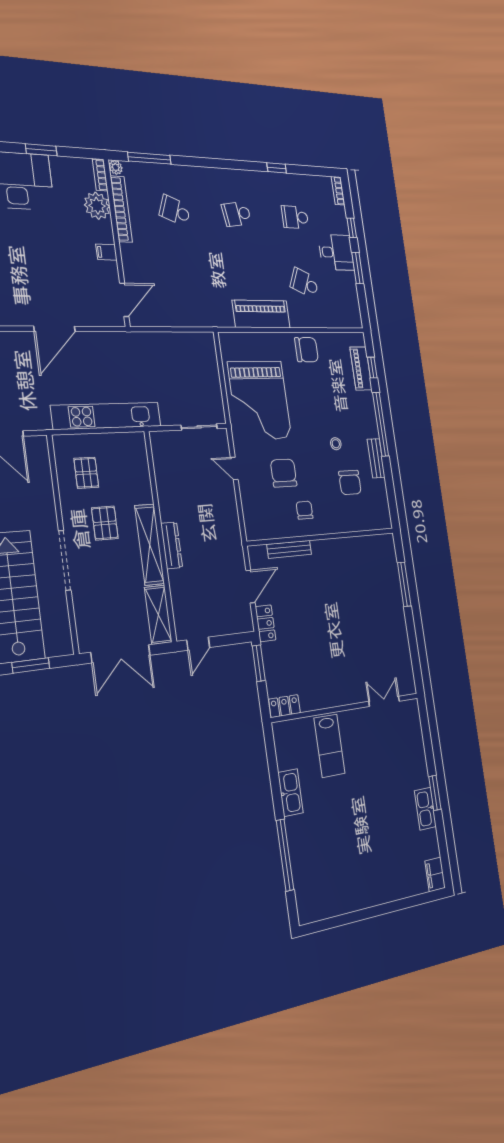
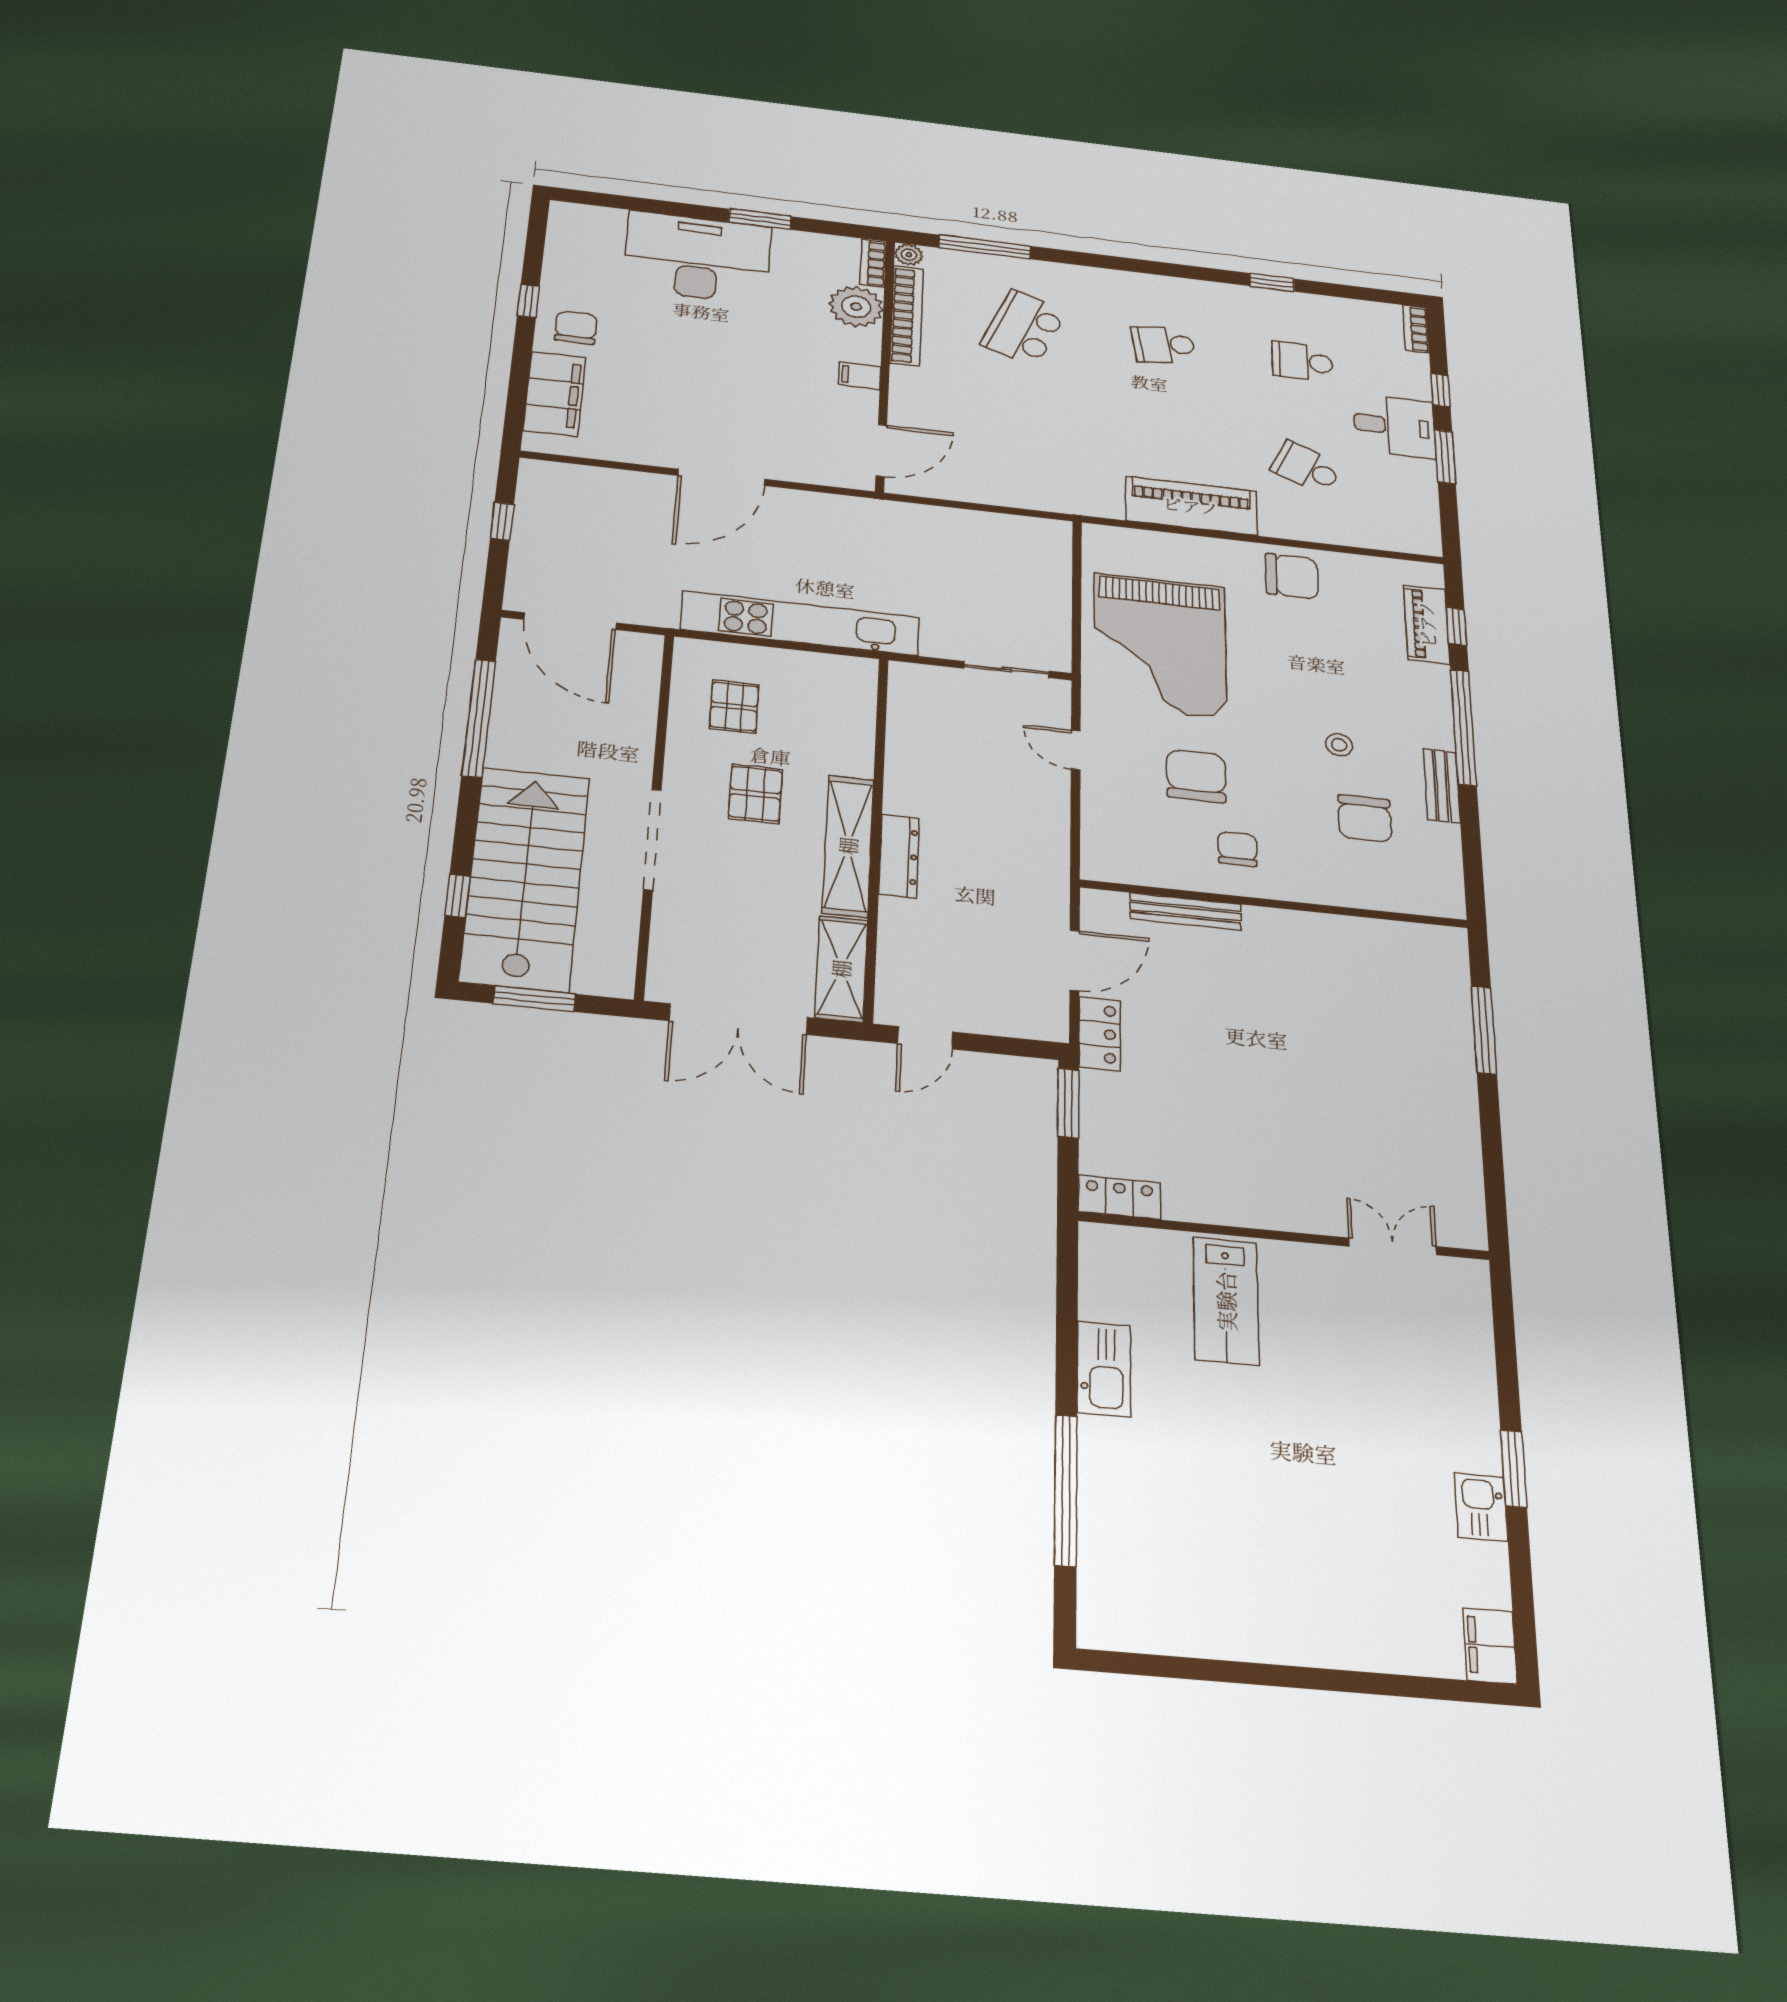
school desk: (175, 211) -> (1024, 328), width x1.85
kitchen sink: (425, 809) -> (1481, 1507), width x0.73

